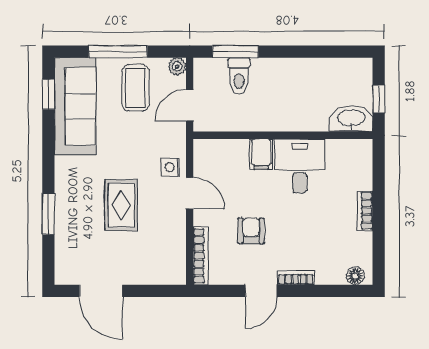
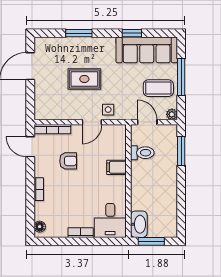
toilet: (239, 76) -> (142, 153), moved, turned 180
window: (48, 94) -> (132, 33), moved
window: (379, 99) -> (151, 241), width x1.50
desk: (300, 166) -> (110, 221), moved, turned 90
door: (261, 291) -> (30, 147), moved

